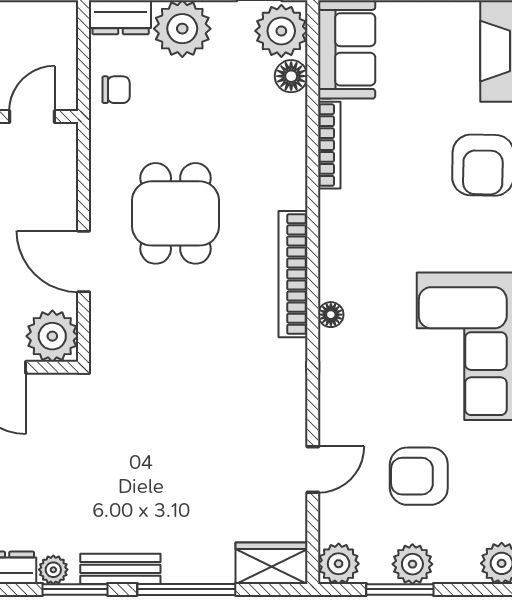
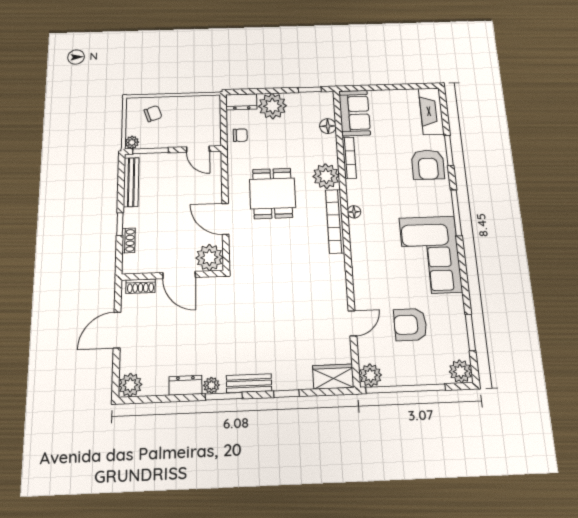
plant: (281, 31) -> (326, 176), moved
door: (32, 117) -> (198, 149), swing flipped
floor lamp: (331, 315) -> (354, 212), moved
plant: (412, 564) -> (411, 374), removed
window: (186, 589) -> (286, 394), width x0.46
window: (400, 589) -> (406, 389), width x2.11

